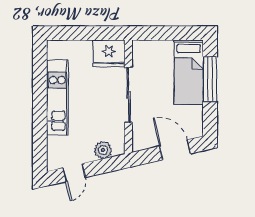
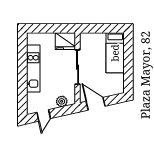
window: (210, 79) -> (128, 57), removed
door: (175, 150) -> (96, 104), moved

